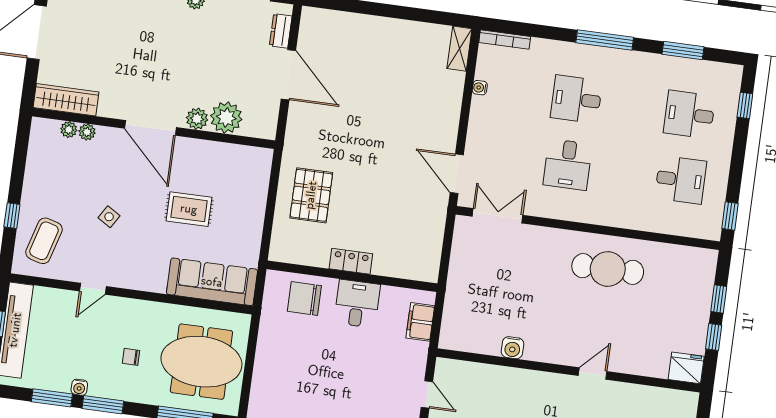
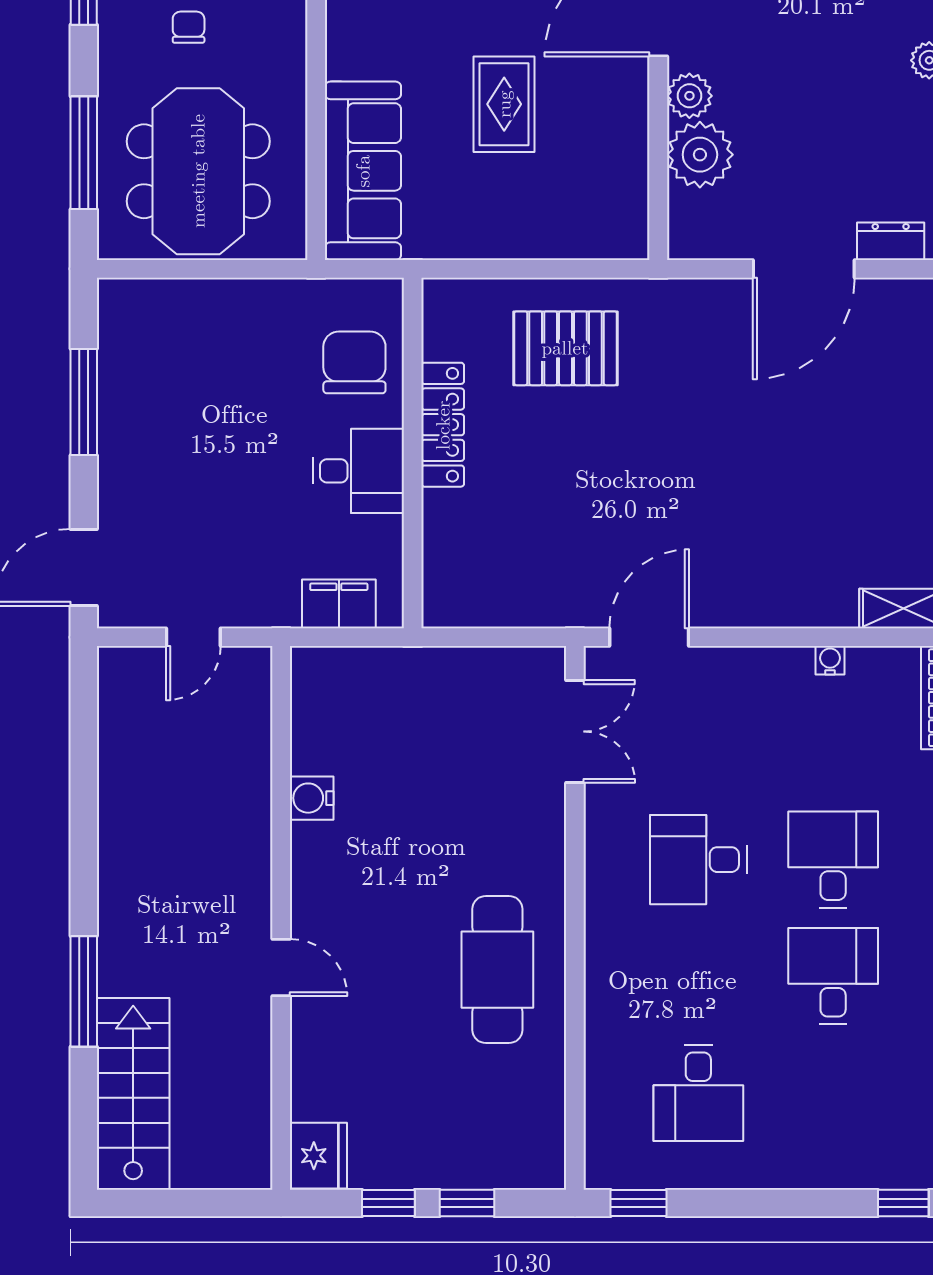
window: (745, 105) -> (903, 1203), moved
desk: (689, 114) -> (833, 976), moved
locker: (351, 261) -> (443, 425), width x1.53

